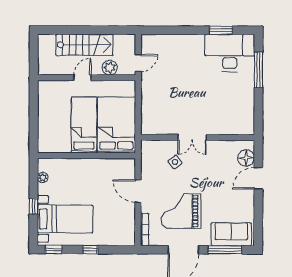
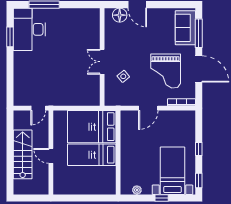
door: (138, 63) -> (38, 108), swing flipped
plant: (110, 68) -> (42, 133), removed
double door: (192, 137) -> (102, 62), swing flipped

